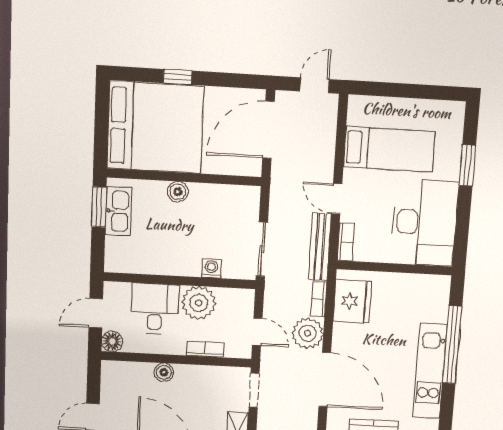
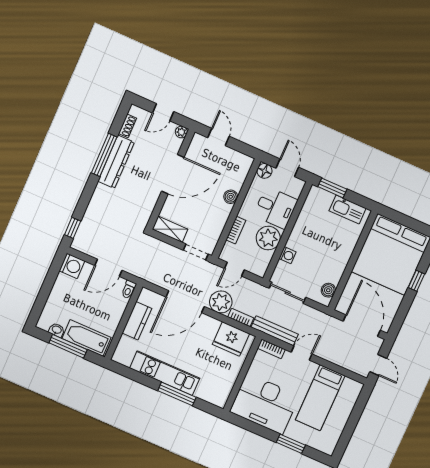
boiler: (178, 192) -> (328, 290), moved
window: (99, 207) -> (332, 188), moved
window: (452, 345) -> (177, 394), width x0.68

